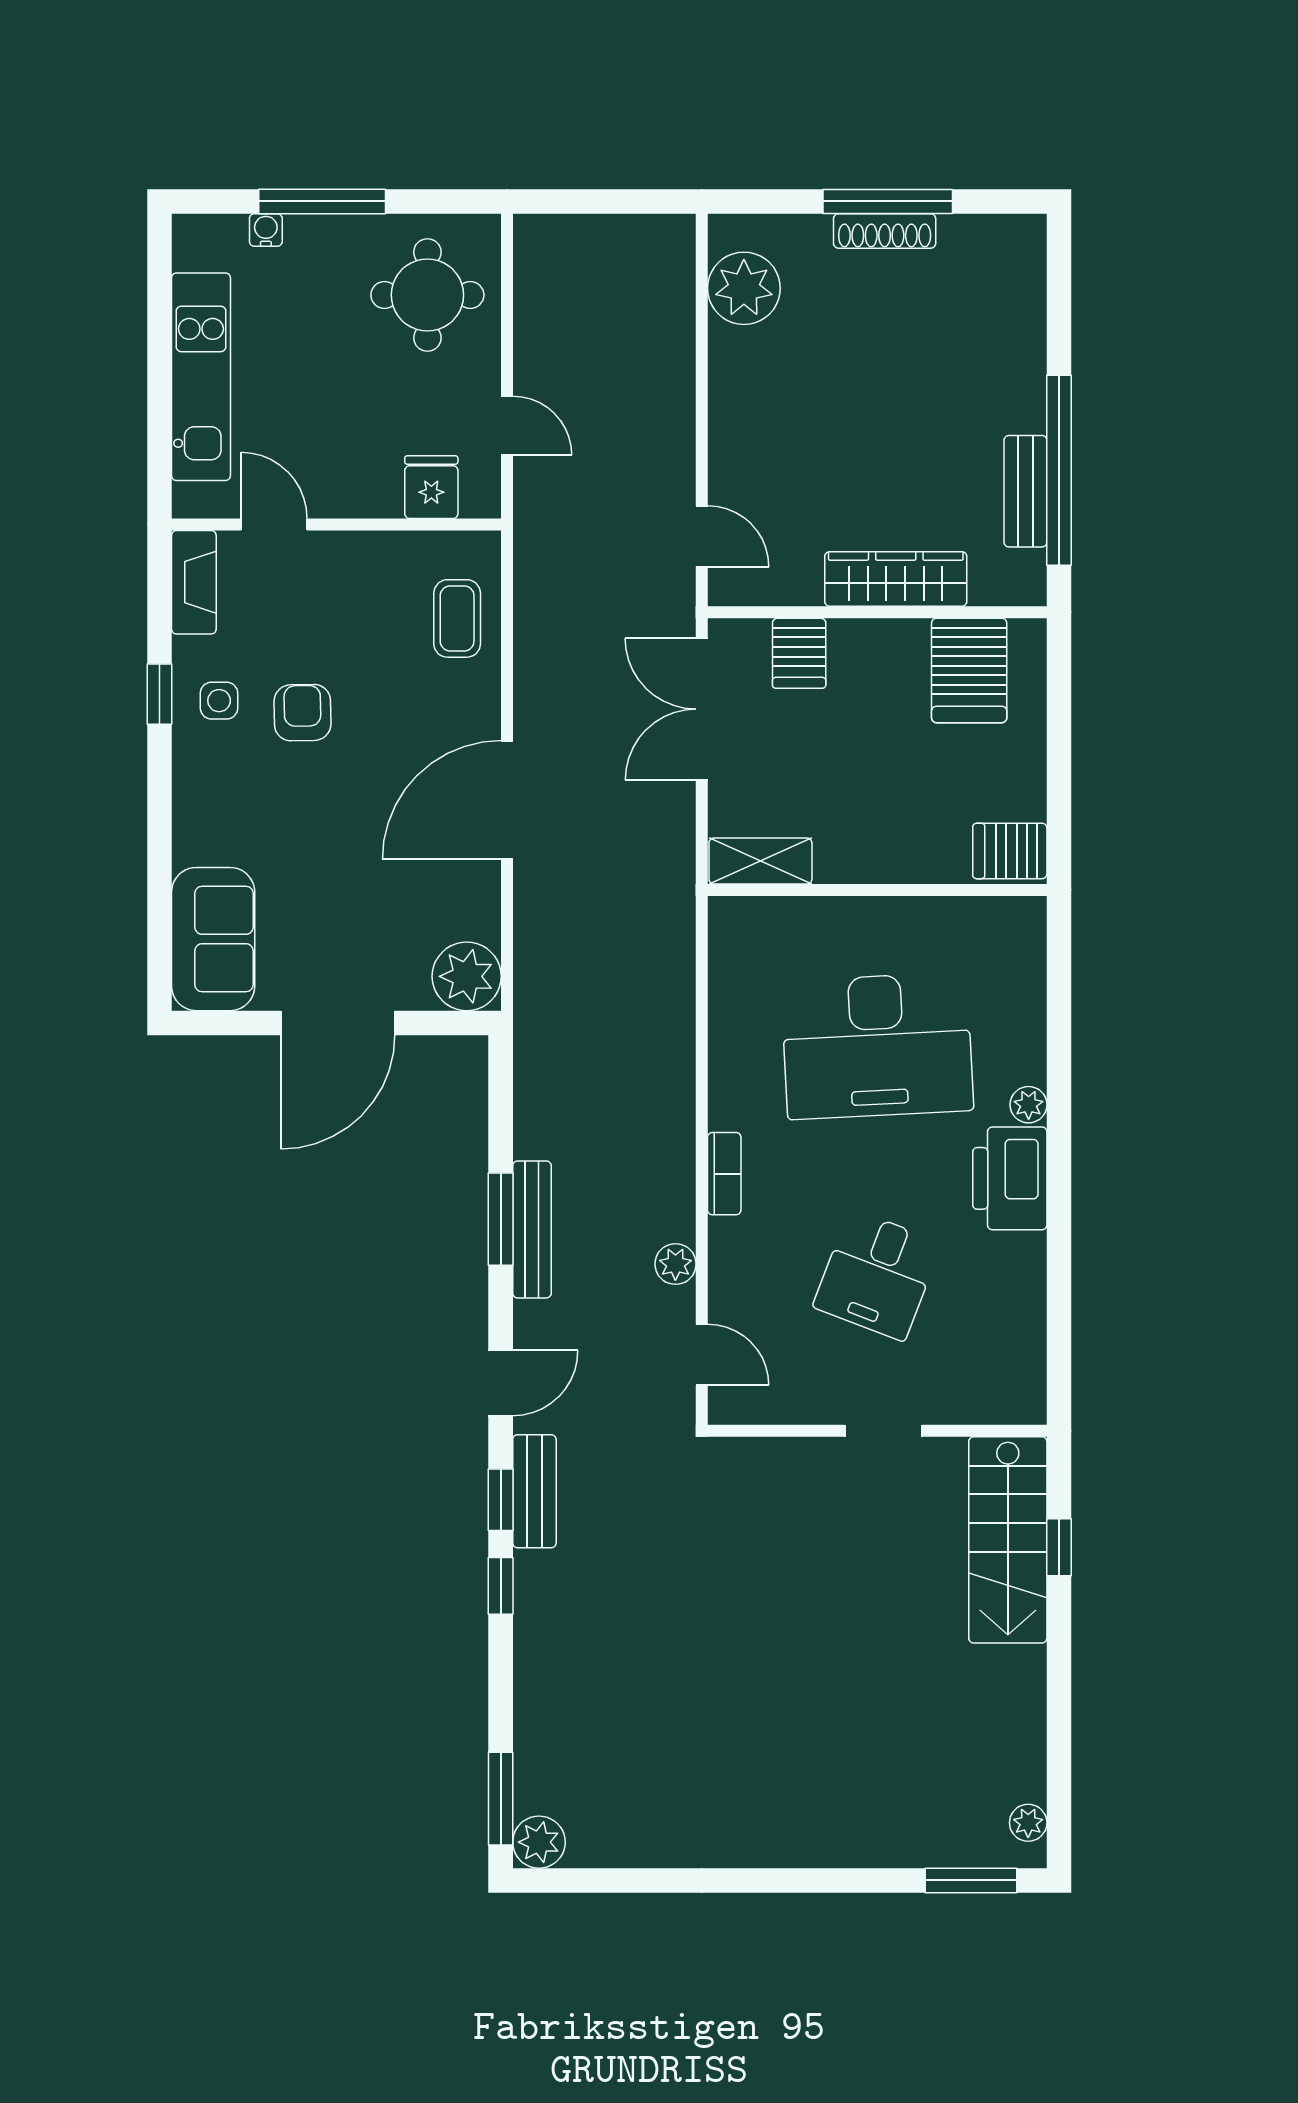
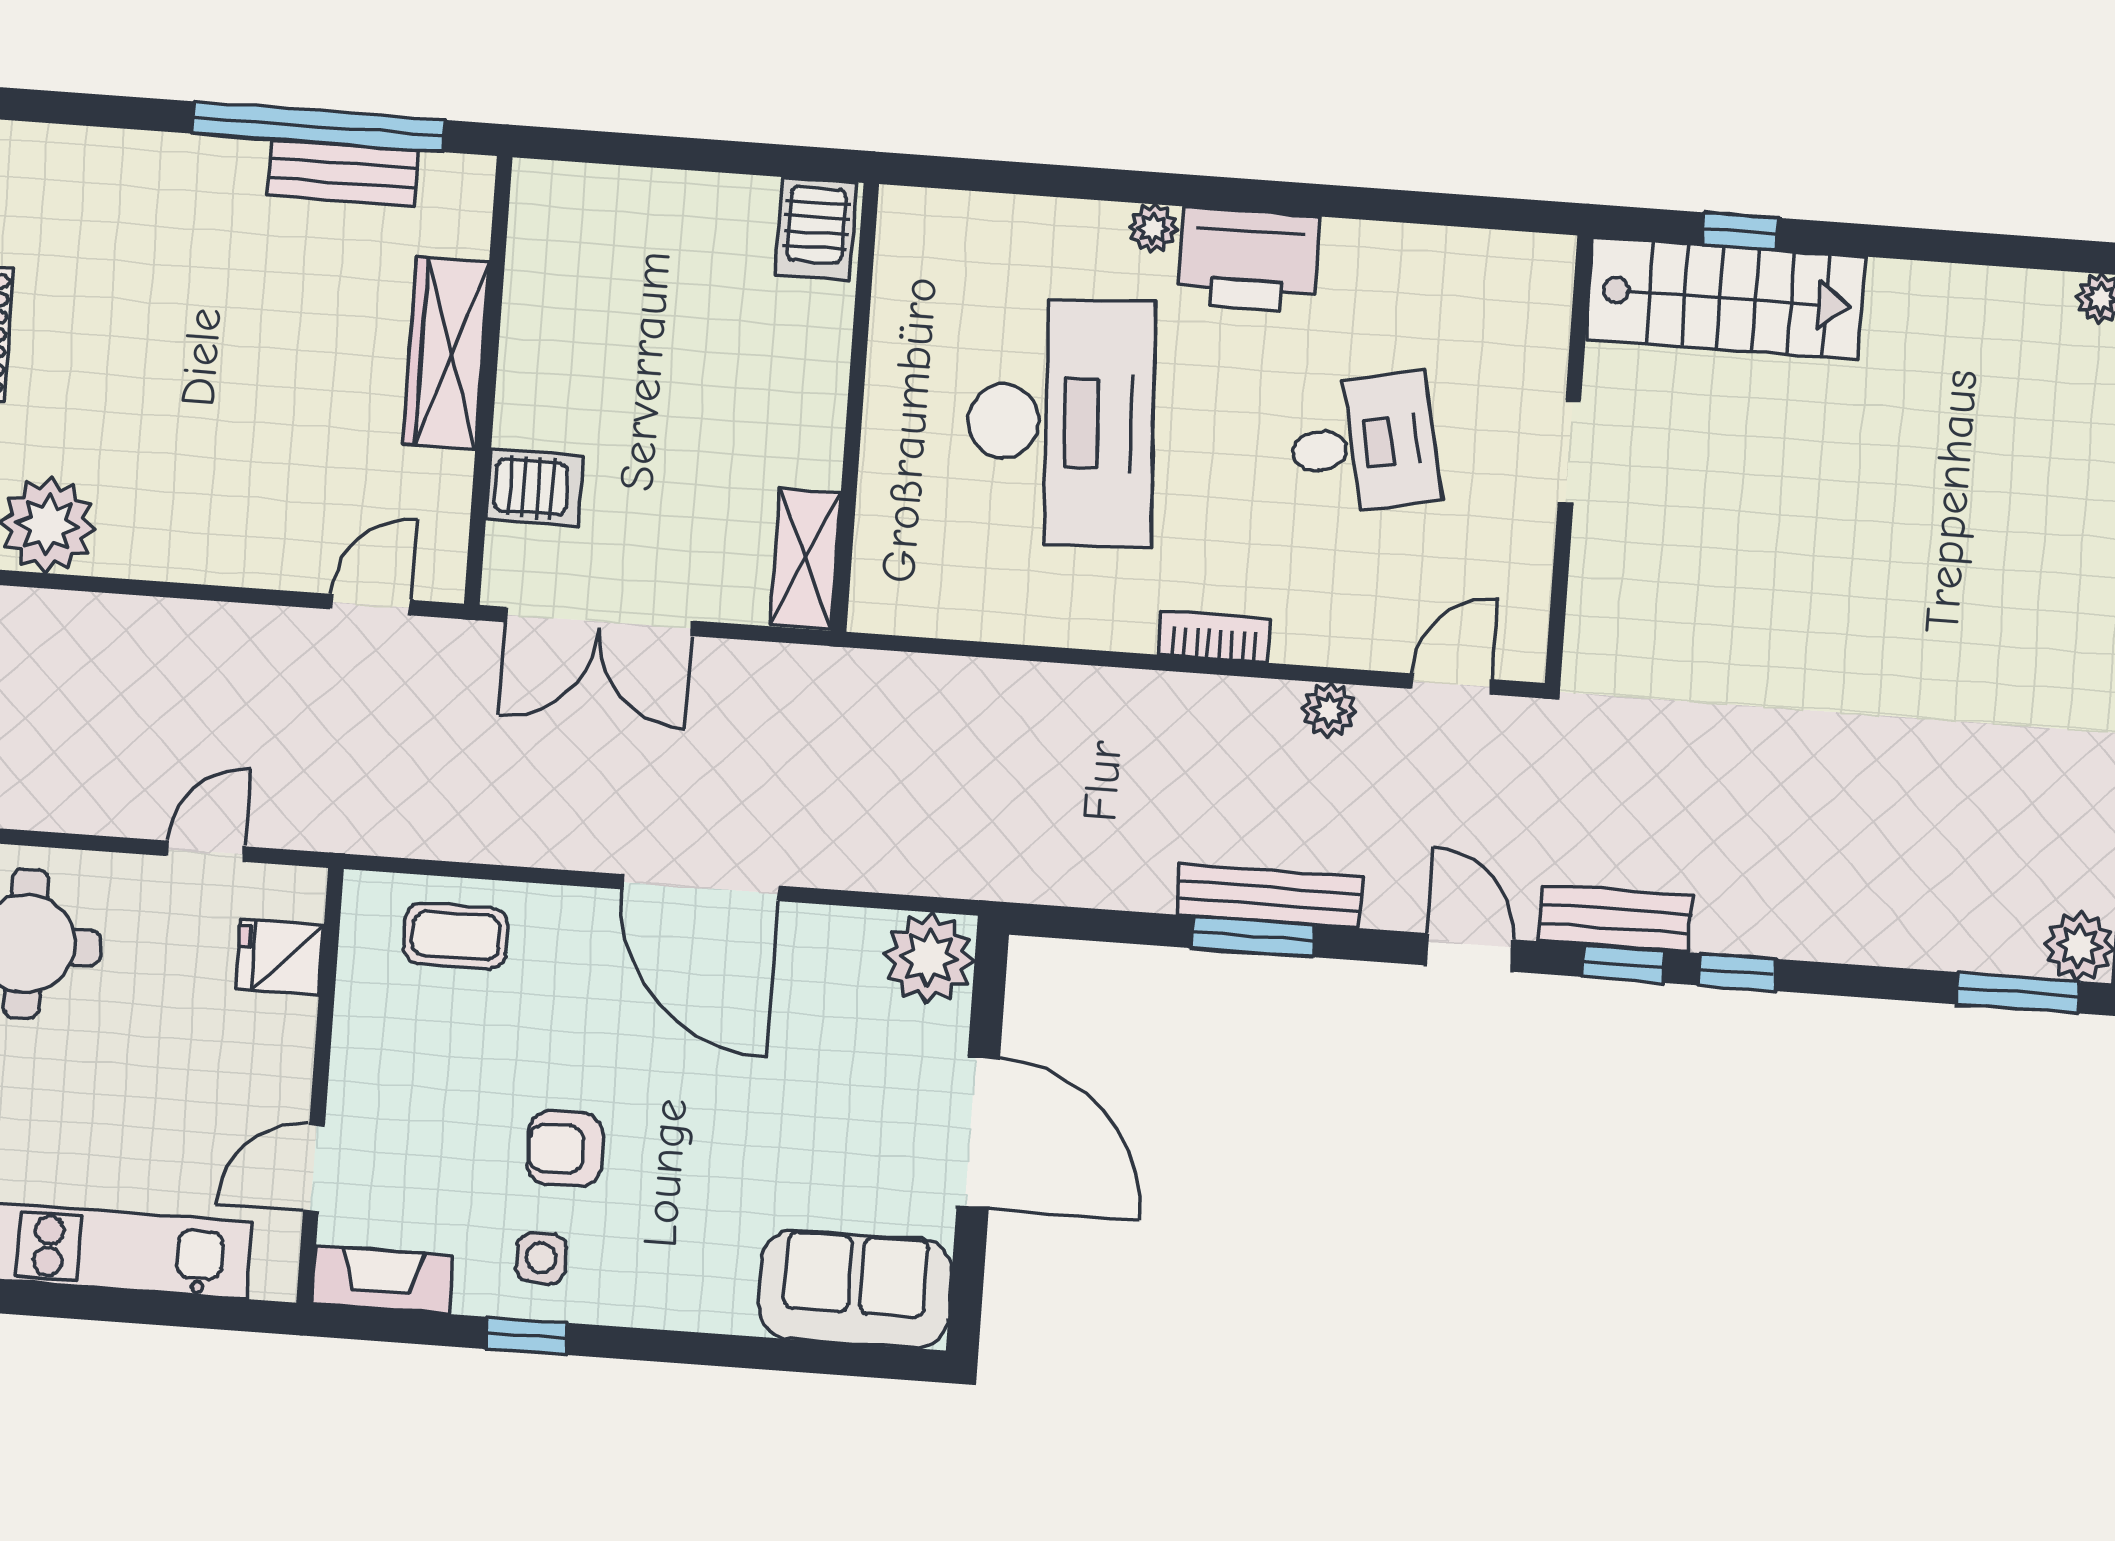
server rack: (969, 670) -> (574, 265), removed
desk: (877, 1275) -> (1363, 445), turned -33

